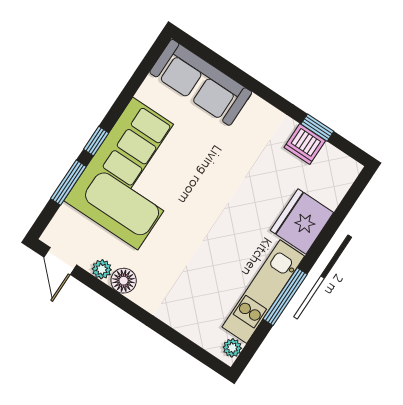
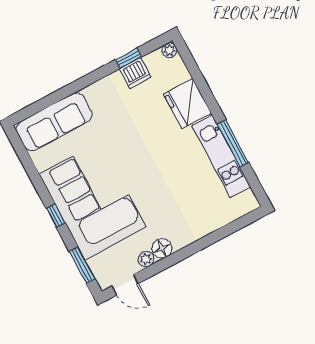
window: (68, 183) -> (82, 265), moved
plant: (232, 348) -> (169, 50), moved

